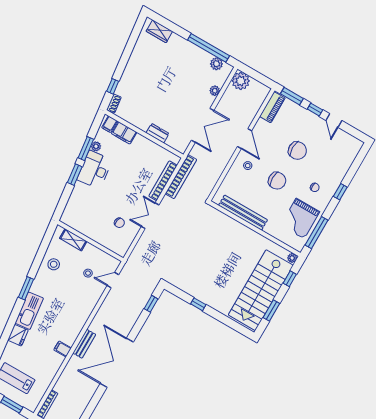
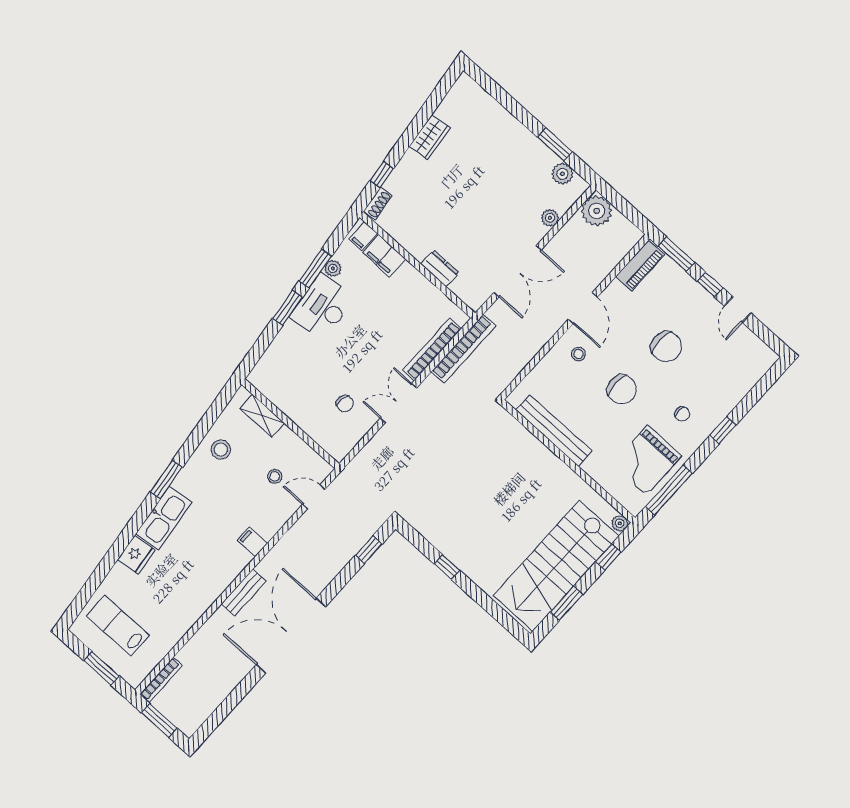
wardrobe: (159, 31) -> (430, 137), moved, turned -97
window: (209, 48) -> (555, 144), width x0.47
filing cabinet: (63, 349) -> (252, 542), moved

